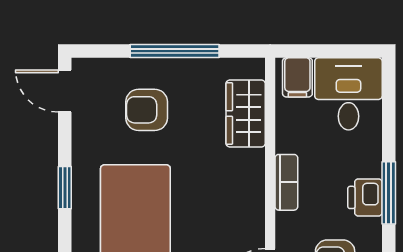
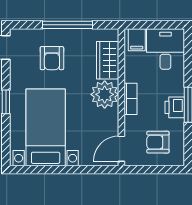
armchair: (147, 110) -> (52, 58), turned -90
plant: (240, 175) -> (105, 94), added

